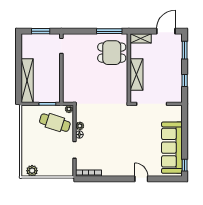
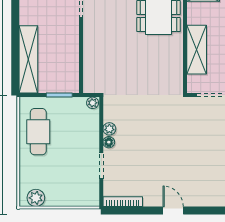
cafe table: (55, 123) -> (38, 132), moved, turned 72
door: (141, 179) -> (173, 210), moved

